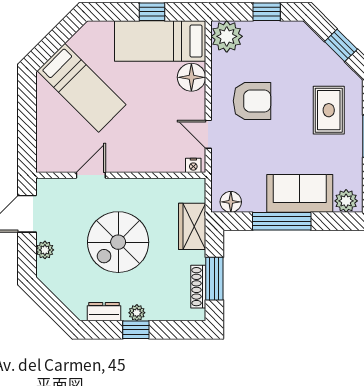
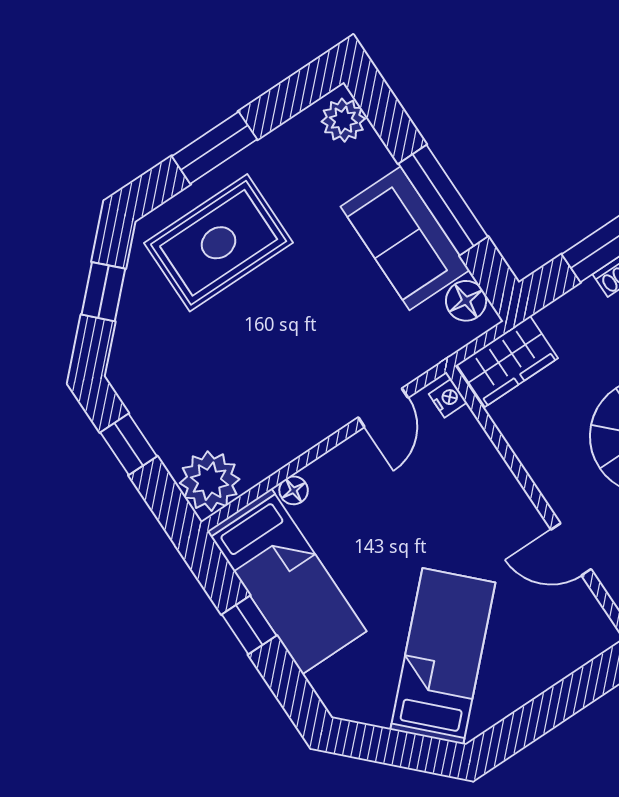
floor lamp: (191, 77) -> (294, 490), width x0.53, depth x0.53
armchair: (252, 101) -> (285, 374), removed
rug: (329, 110) -> (219, 243), width x1.36, depth x1.43
sofa: (300, 193) -> (405, 238), moved
wardrobe: (192, 226) -> (507, 362), moved

